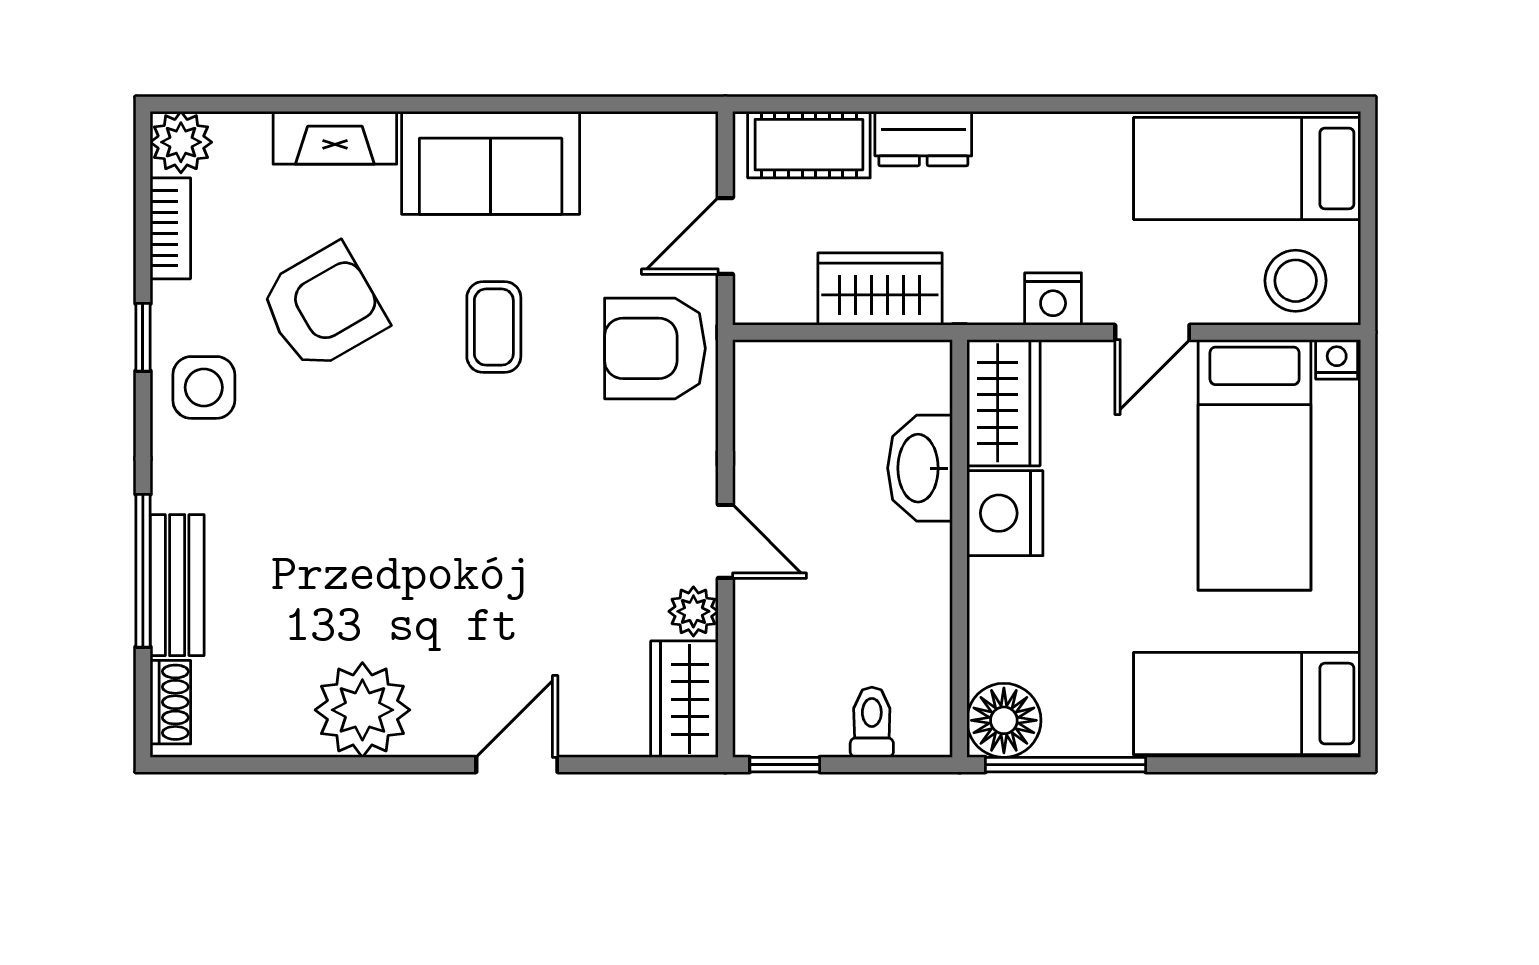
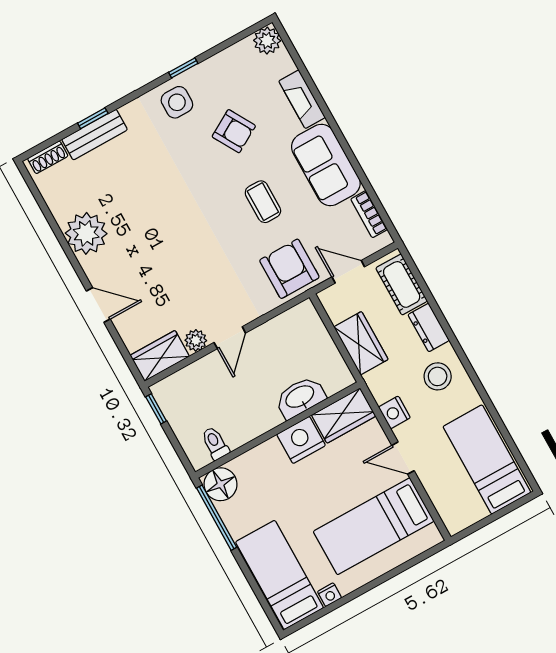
bookcase: (170, 228) -> (369, 214), moved, turned 90
stool: (1296, 281) -> (438, 376), moved
armchair: (323, 307) -> (234, 131), width x0.72, depth x0.72
coffee table: (494, 327) -> (263, 202), turned 90
nightstand: (1337, 359) -> (330, 595), moved, turned 90
window: (143, 571) -> (93, 118), width x0.46
toilet: (872, 722) -> (215, 443), moved, turned -90

